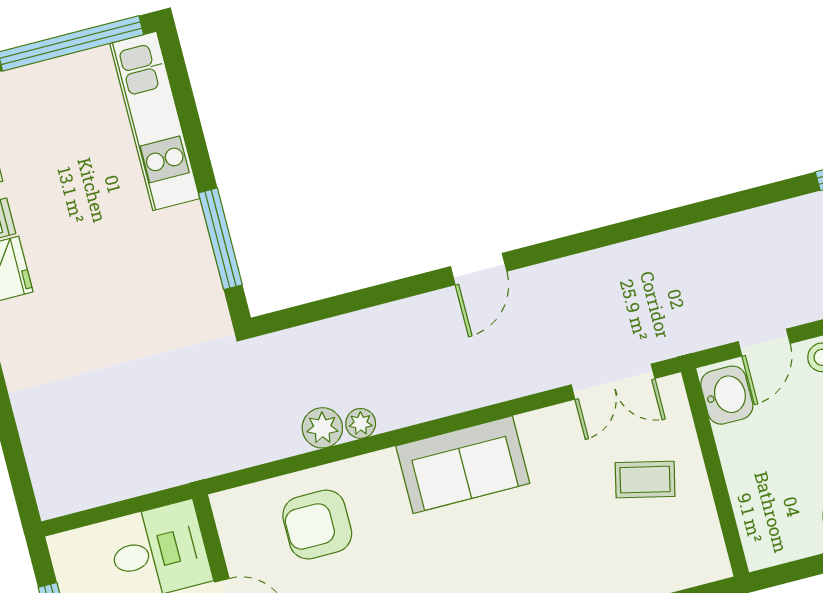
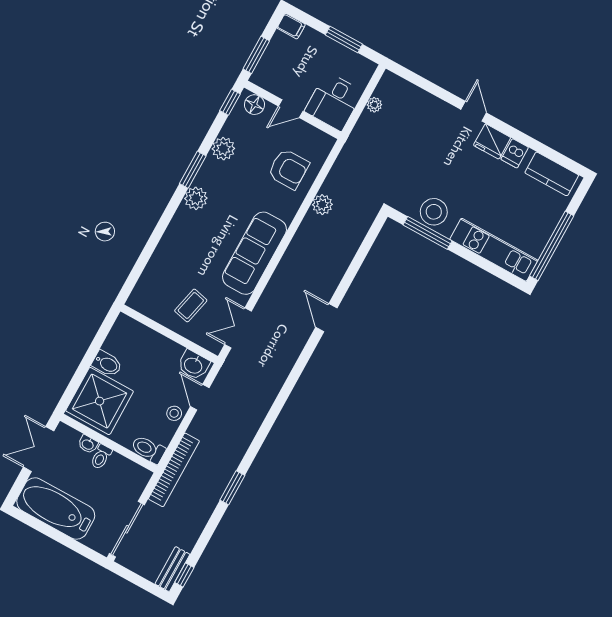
stool: (182, 258) -> (434, 212), added
plant: (361, 423) -> (374, 105), moved
sofa: (463, 465) -> (254, 253), width x1.36
armchair: (317, 525) -> (288, 169), turned 90

